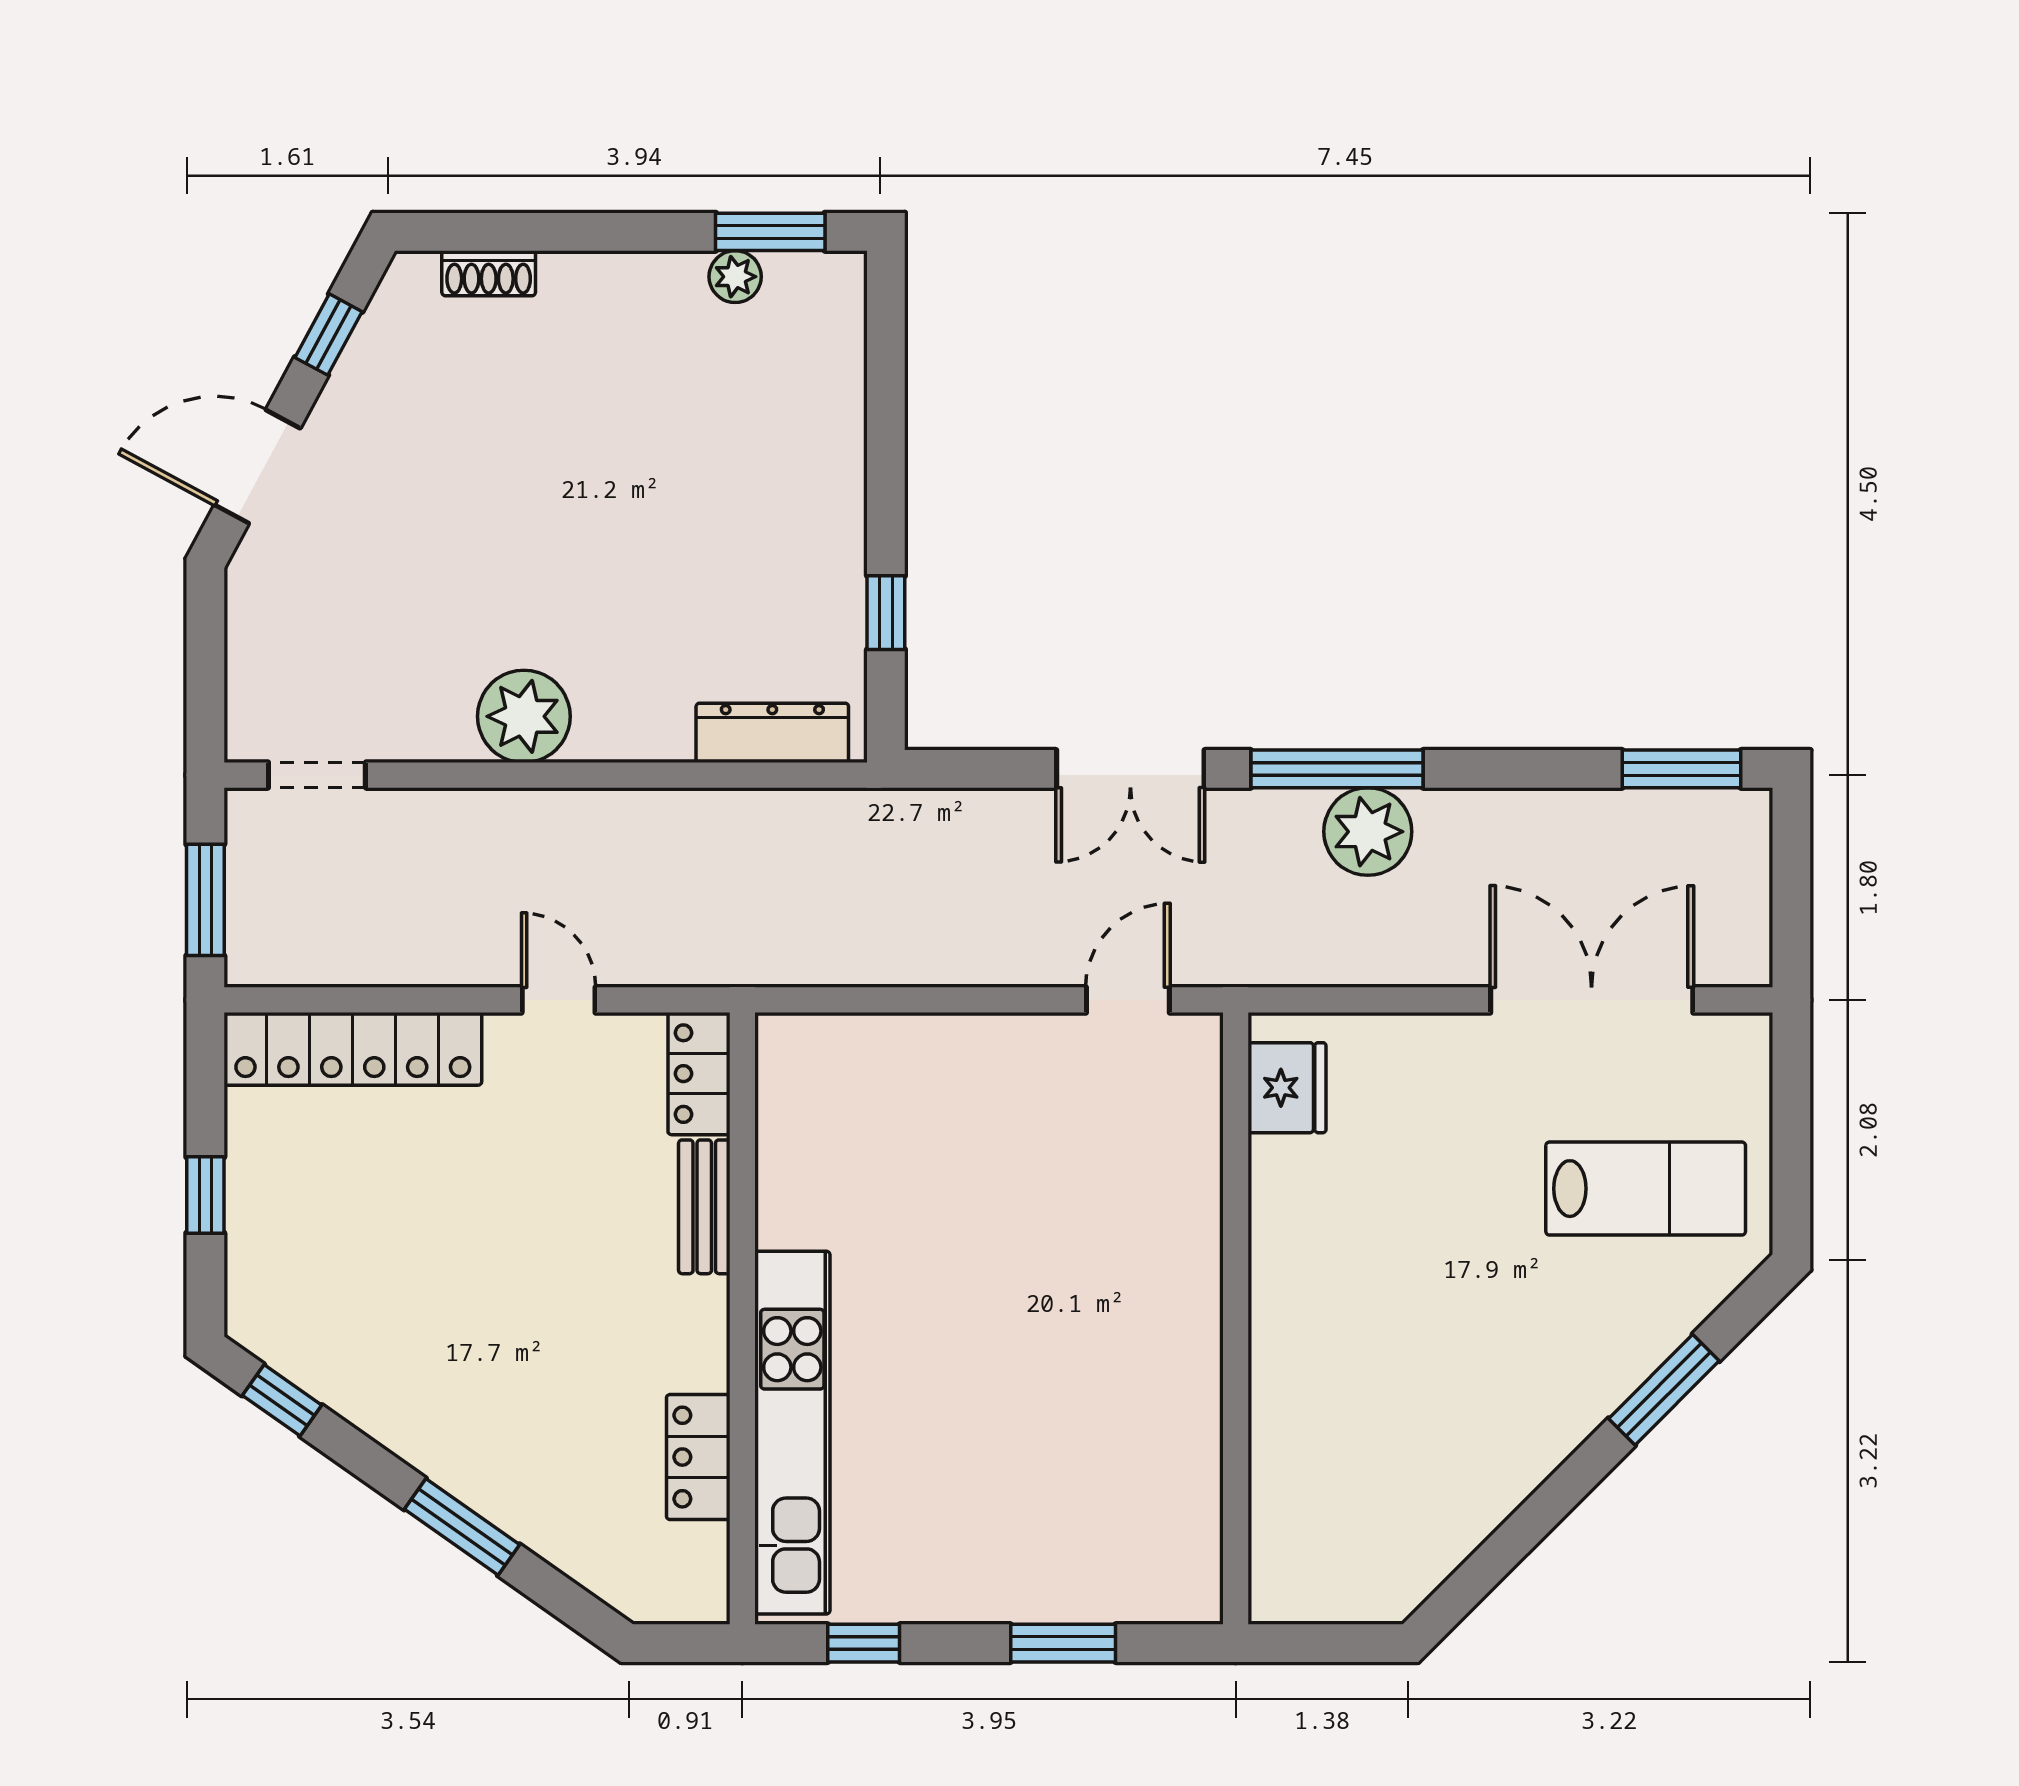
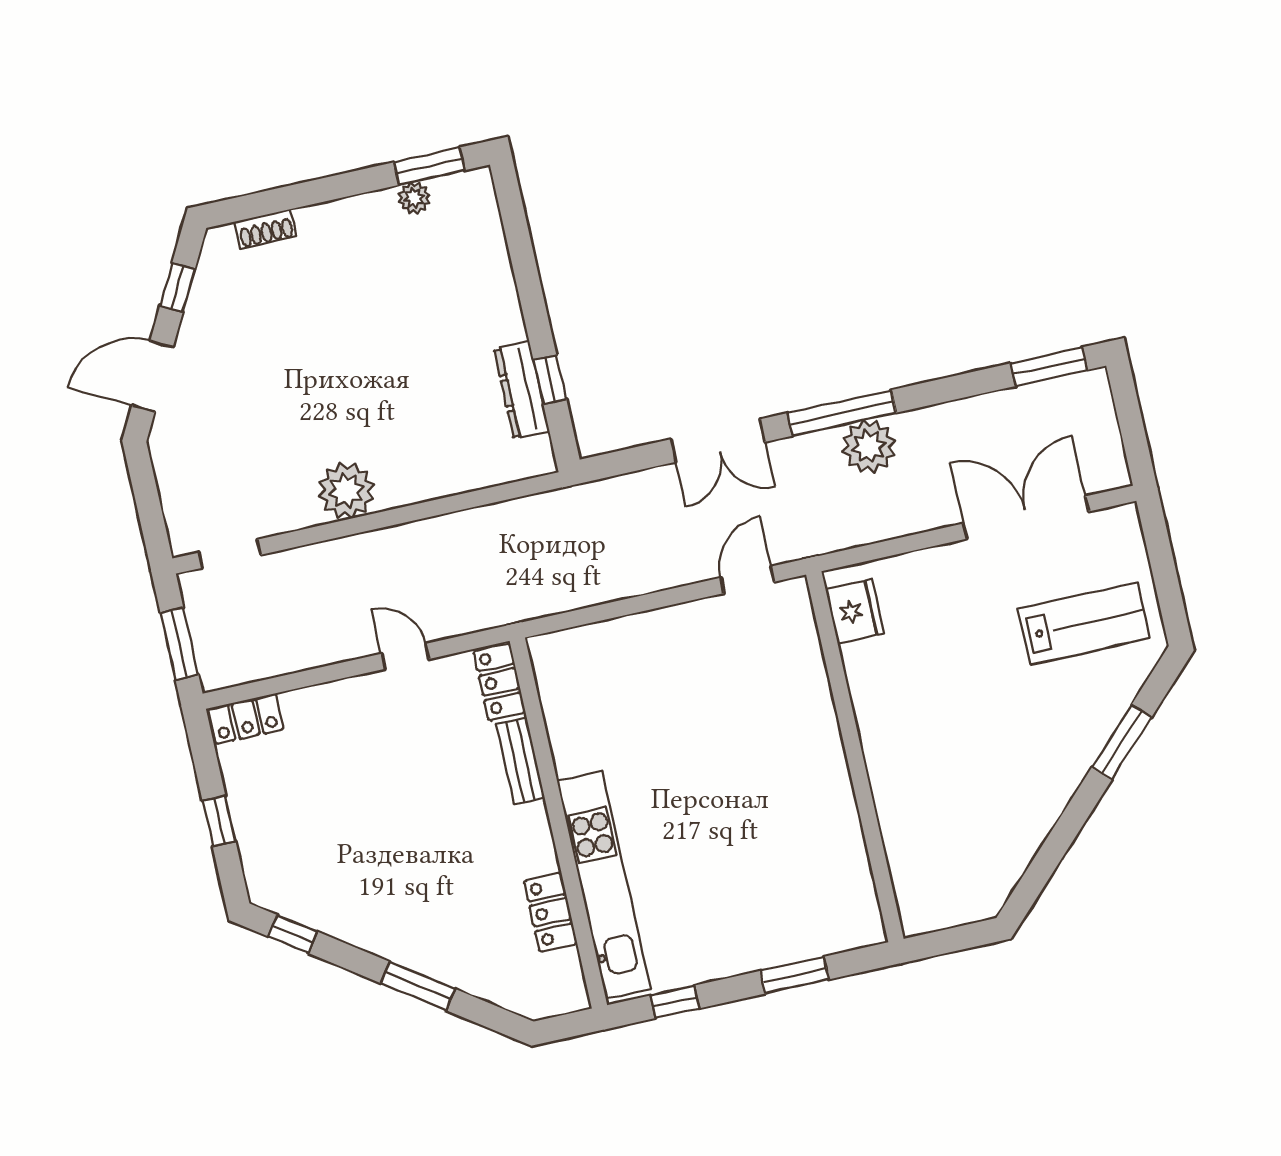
dresser: (772, 733) -> (522, 390), moved, turned -90
locker: (353, 1049) -> (246, 719), width x0.46, depth x0.83

